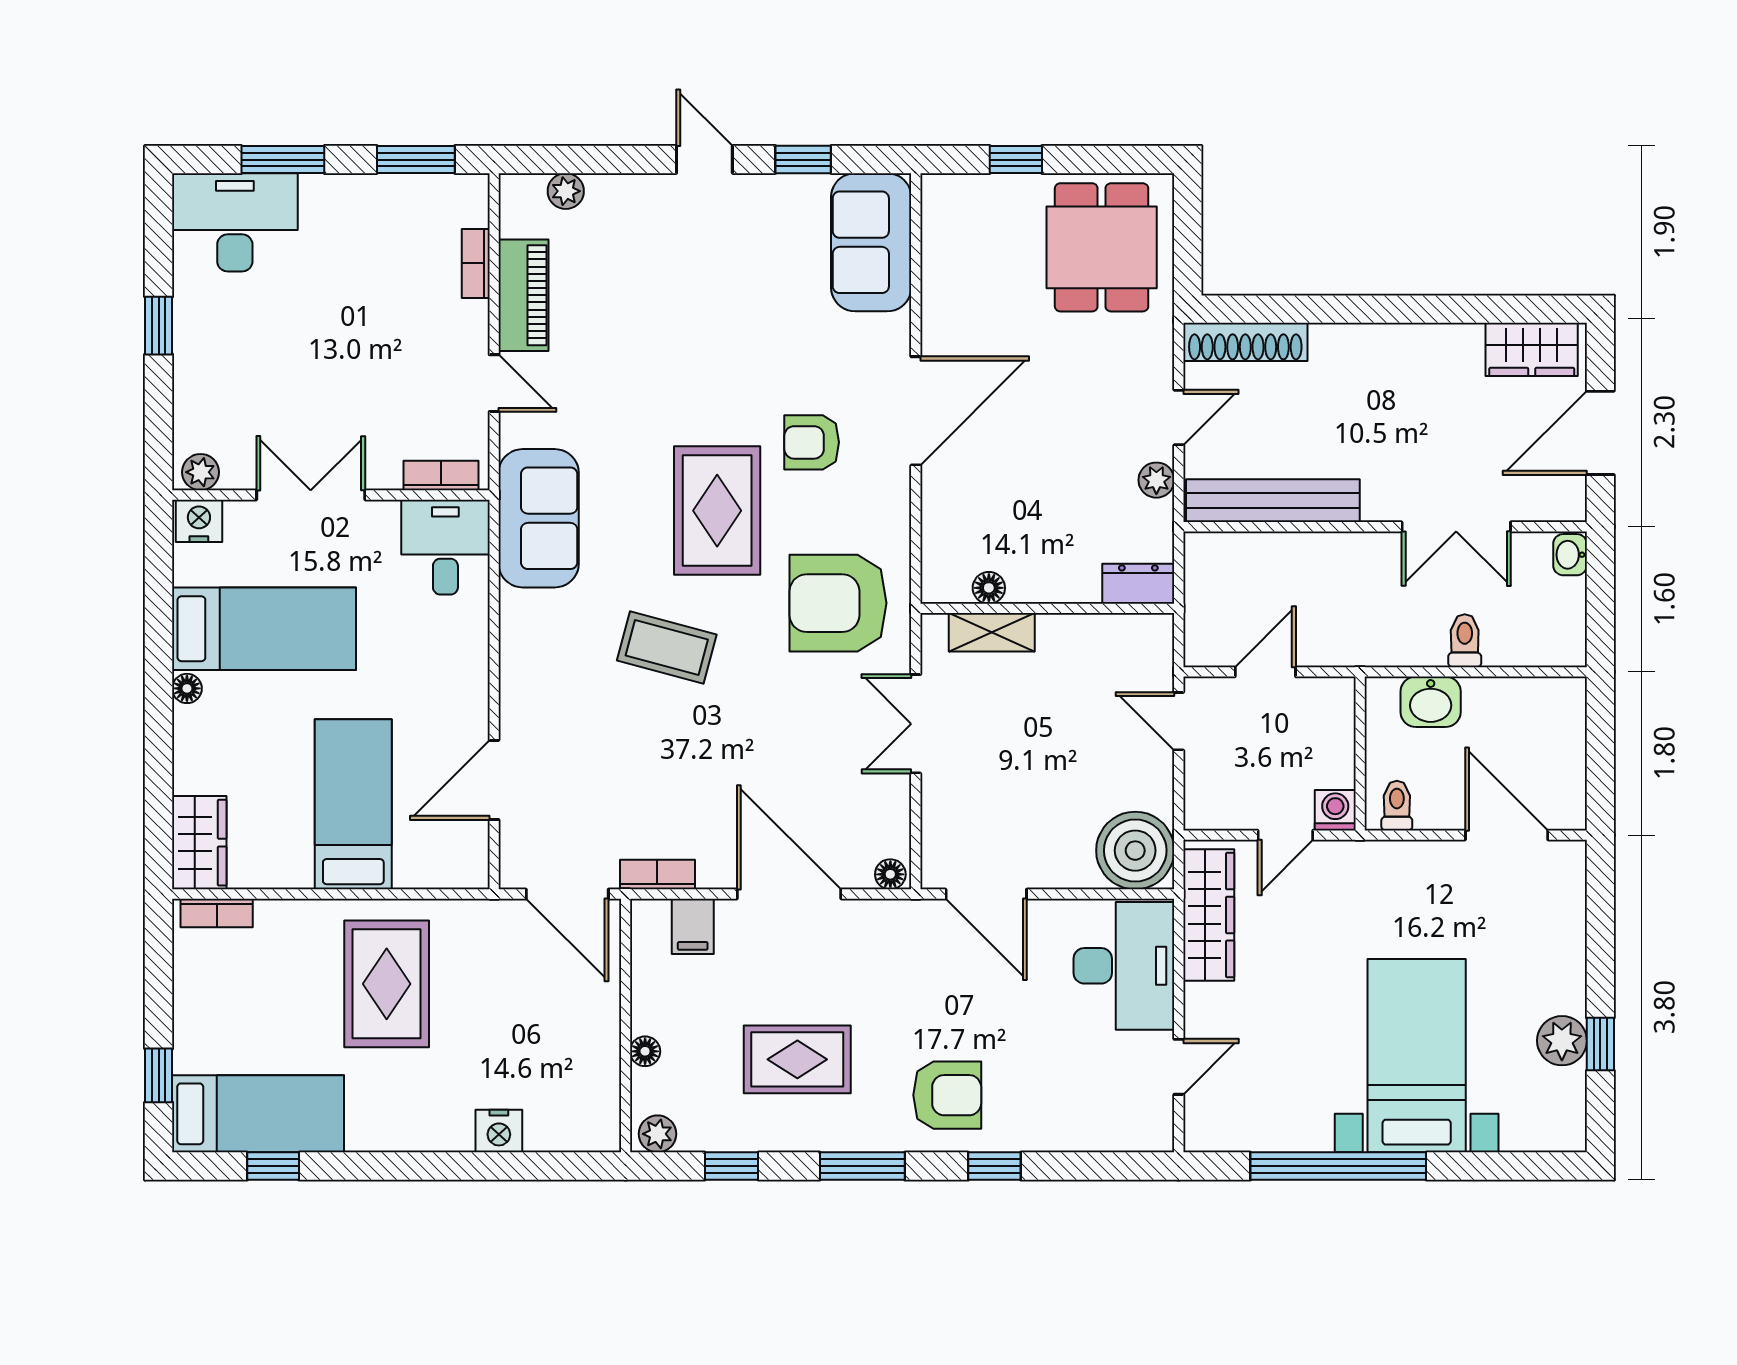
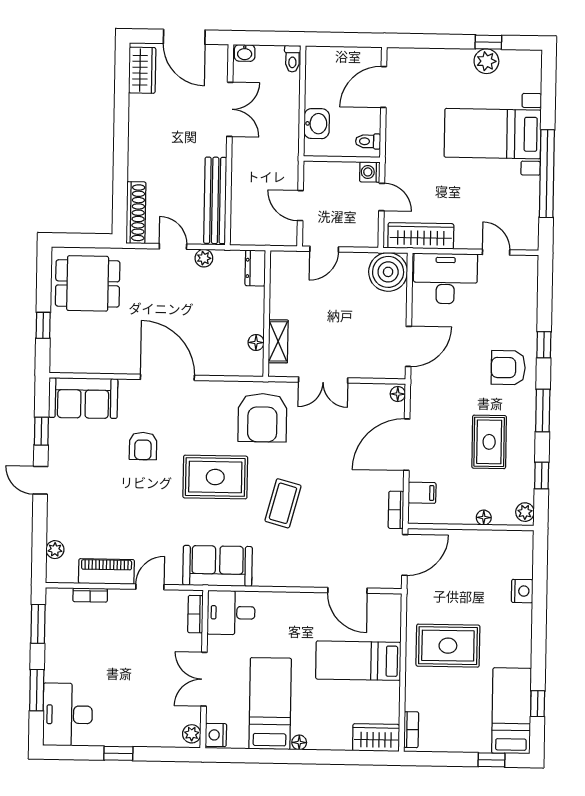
door: (704, 160) -> (40, 480), hinge flipped
armchair: (812, 442) -> (143, 446), moved
toilet: (1465, 641) -> (292, 59), moved, turned -90
armchair: (947, 1095) -> (508, 368), turned -90

